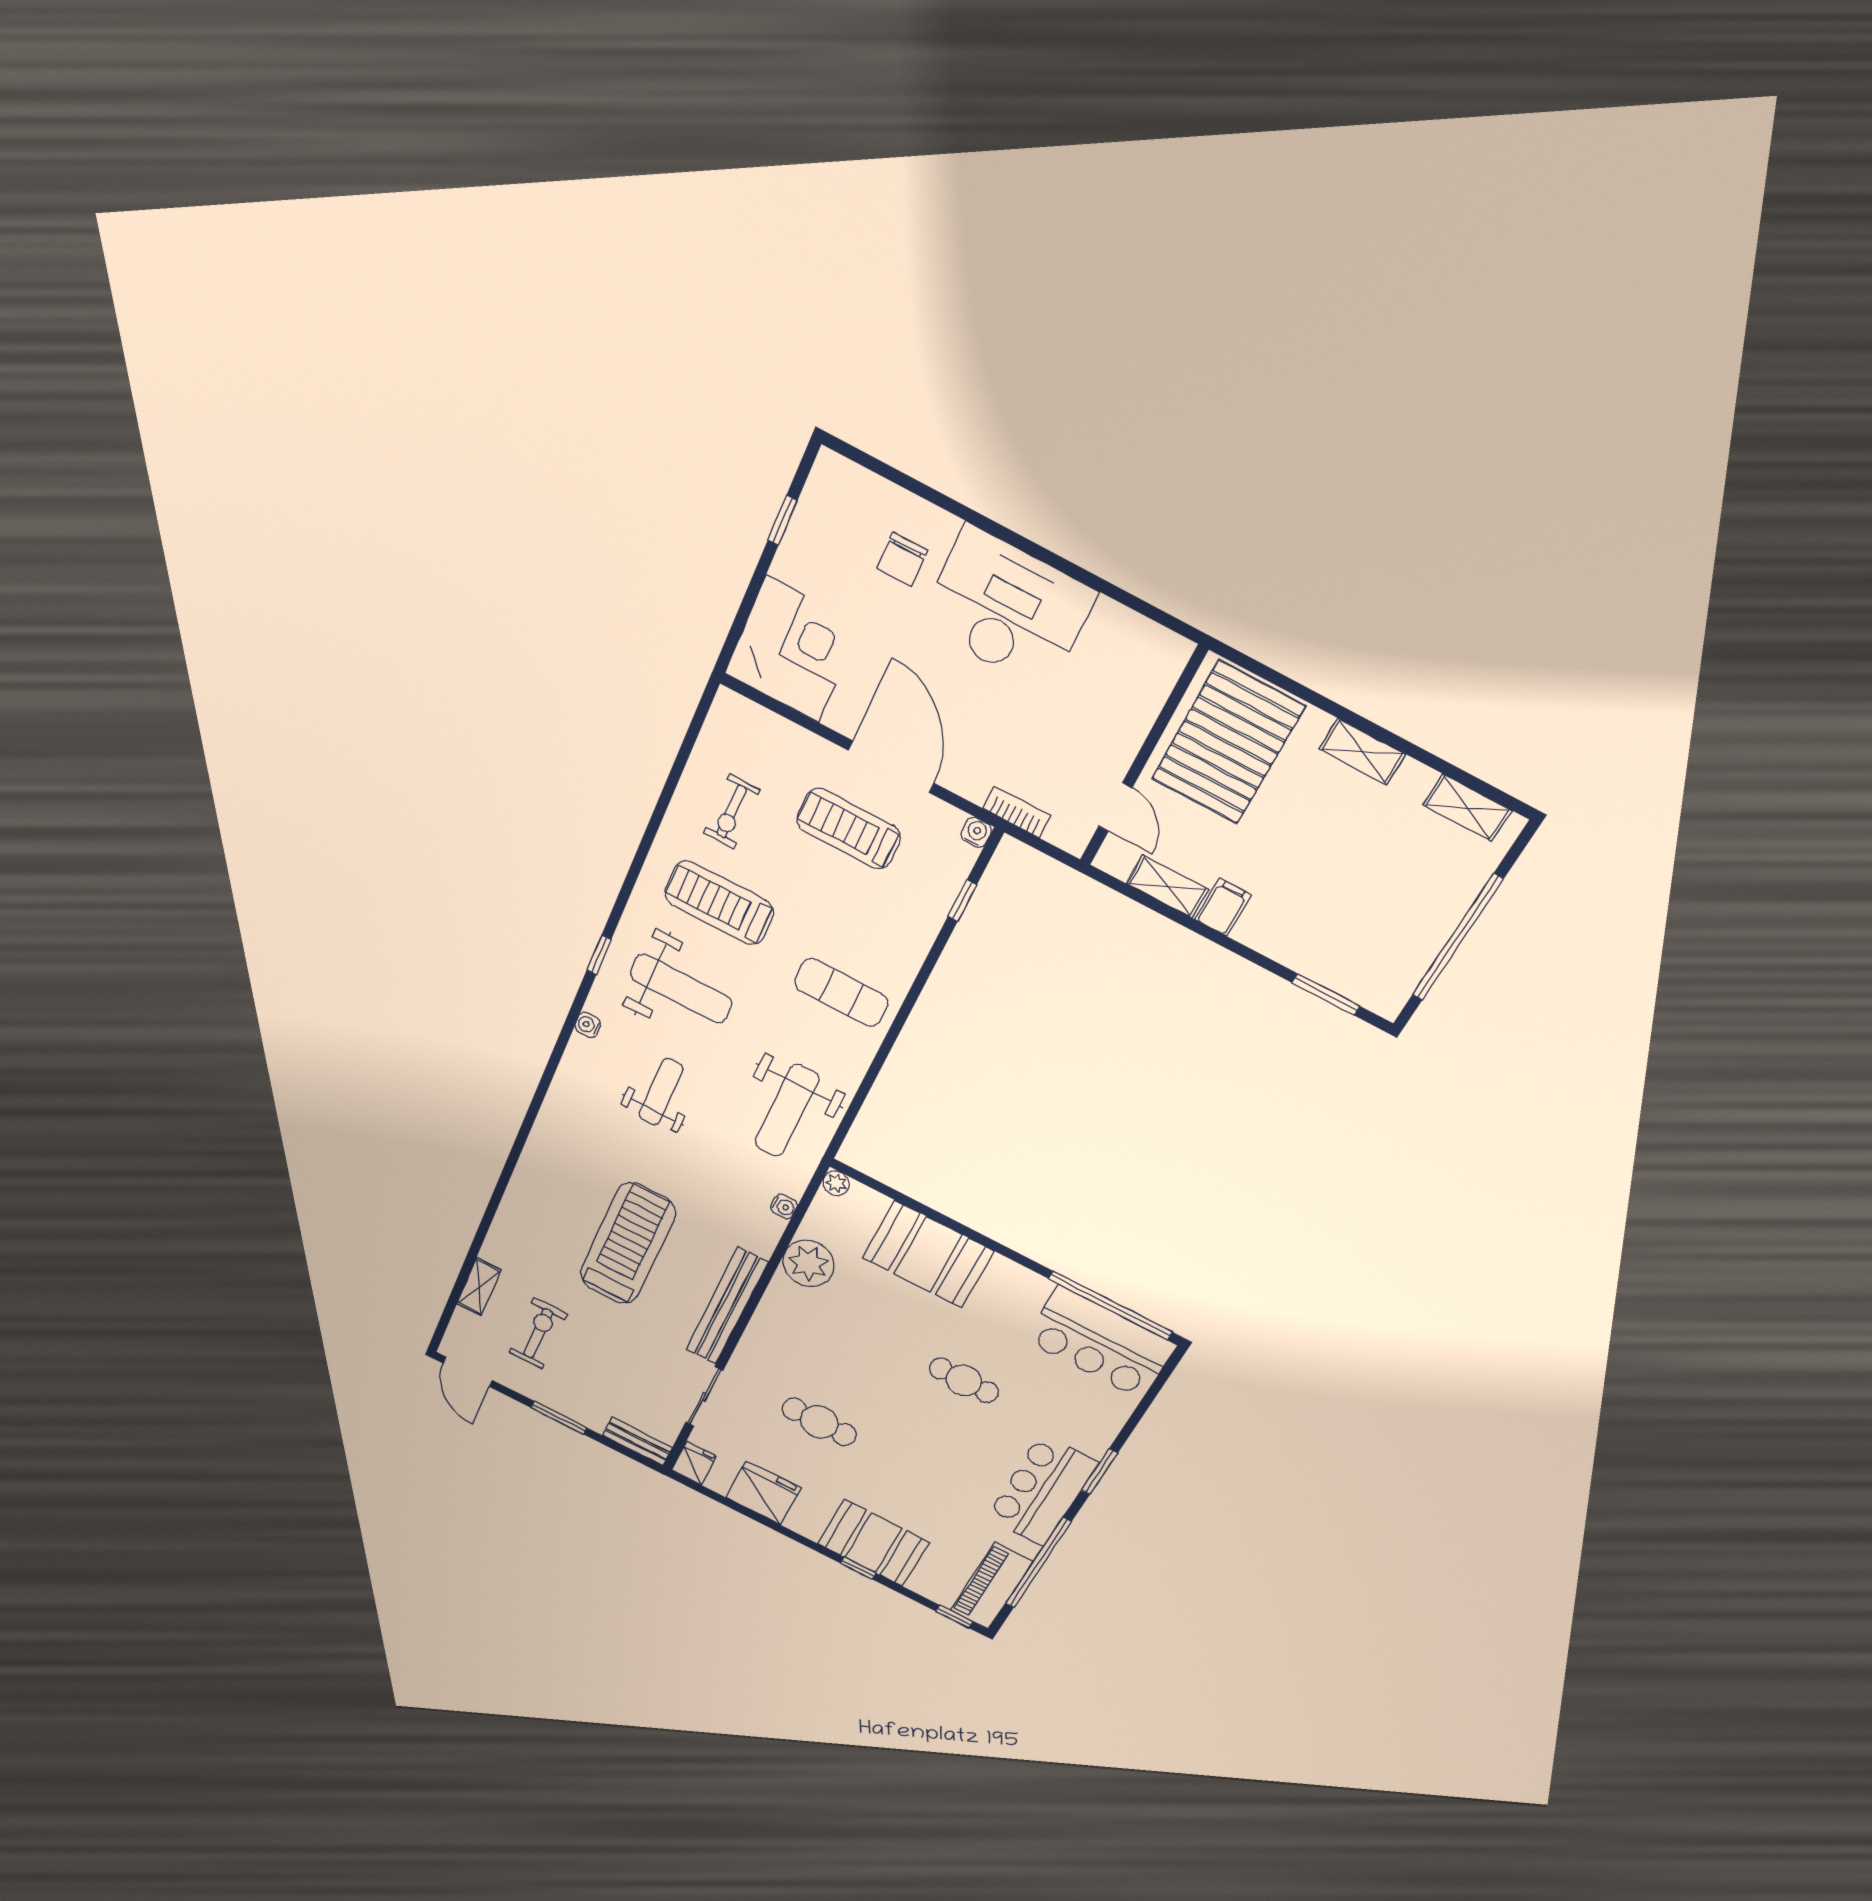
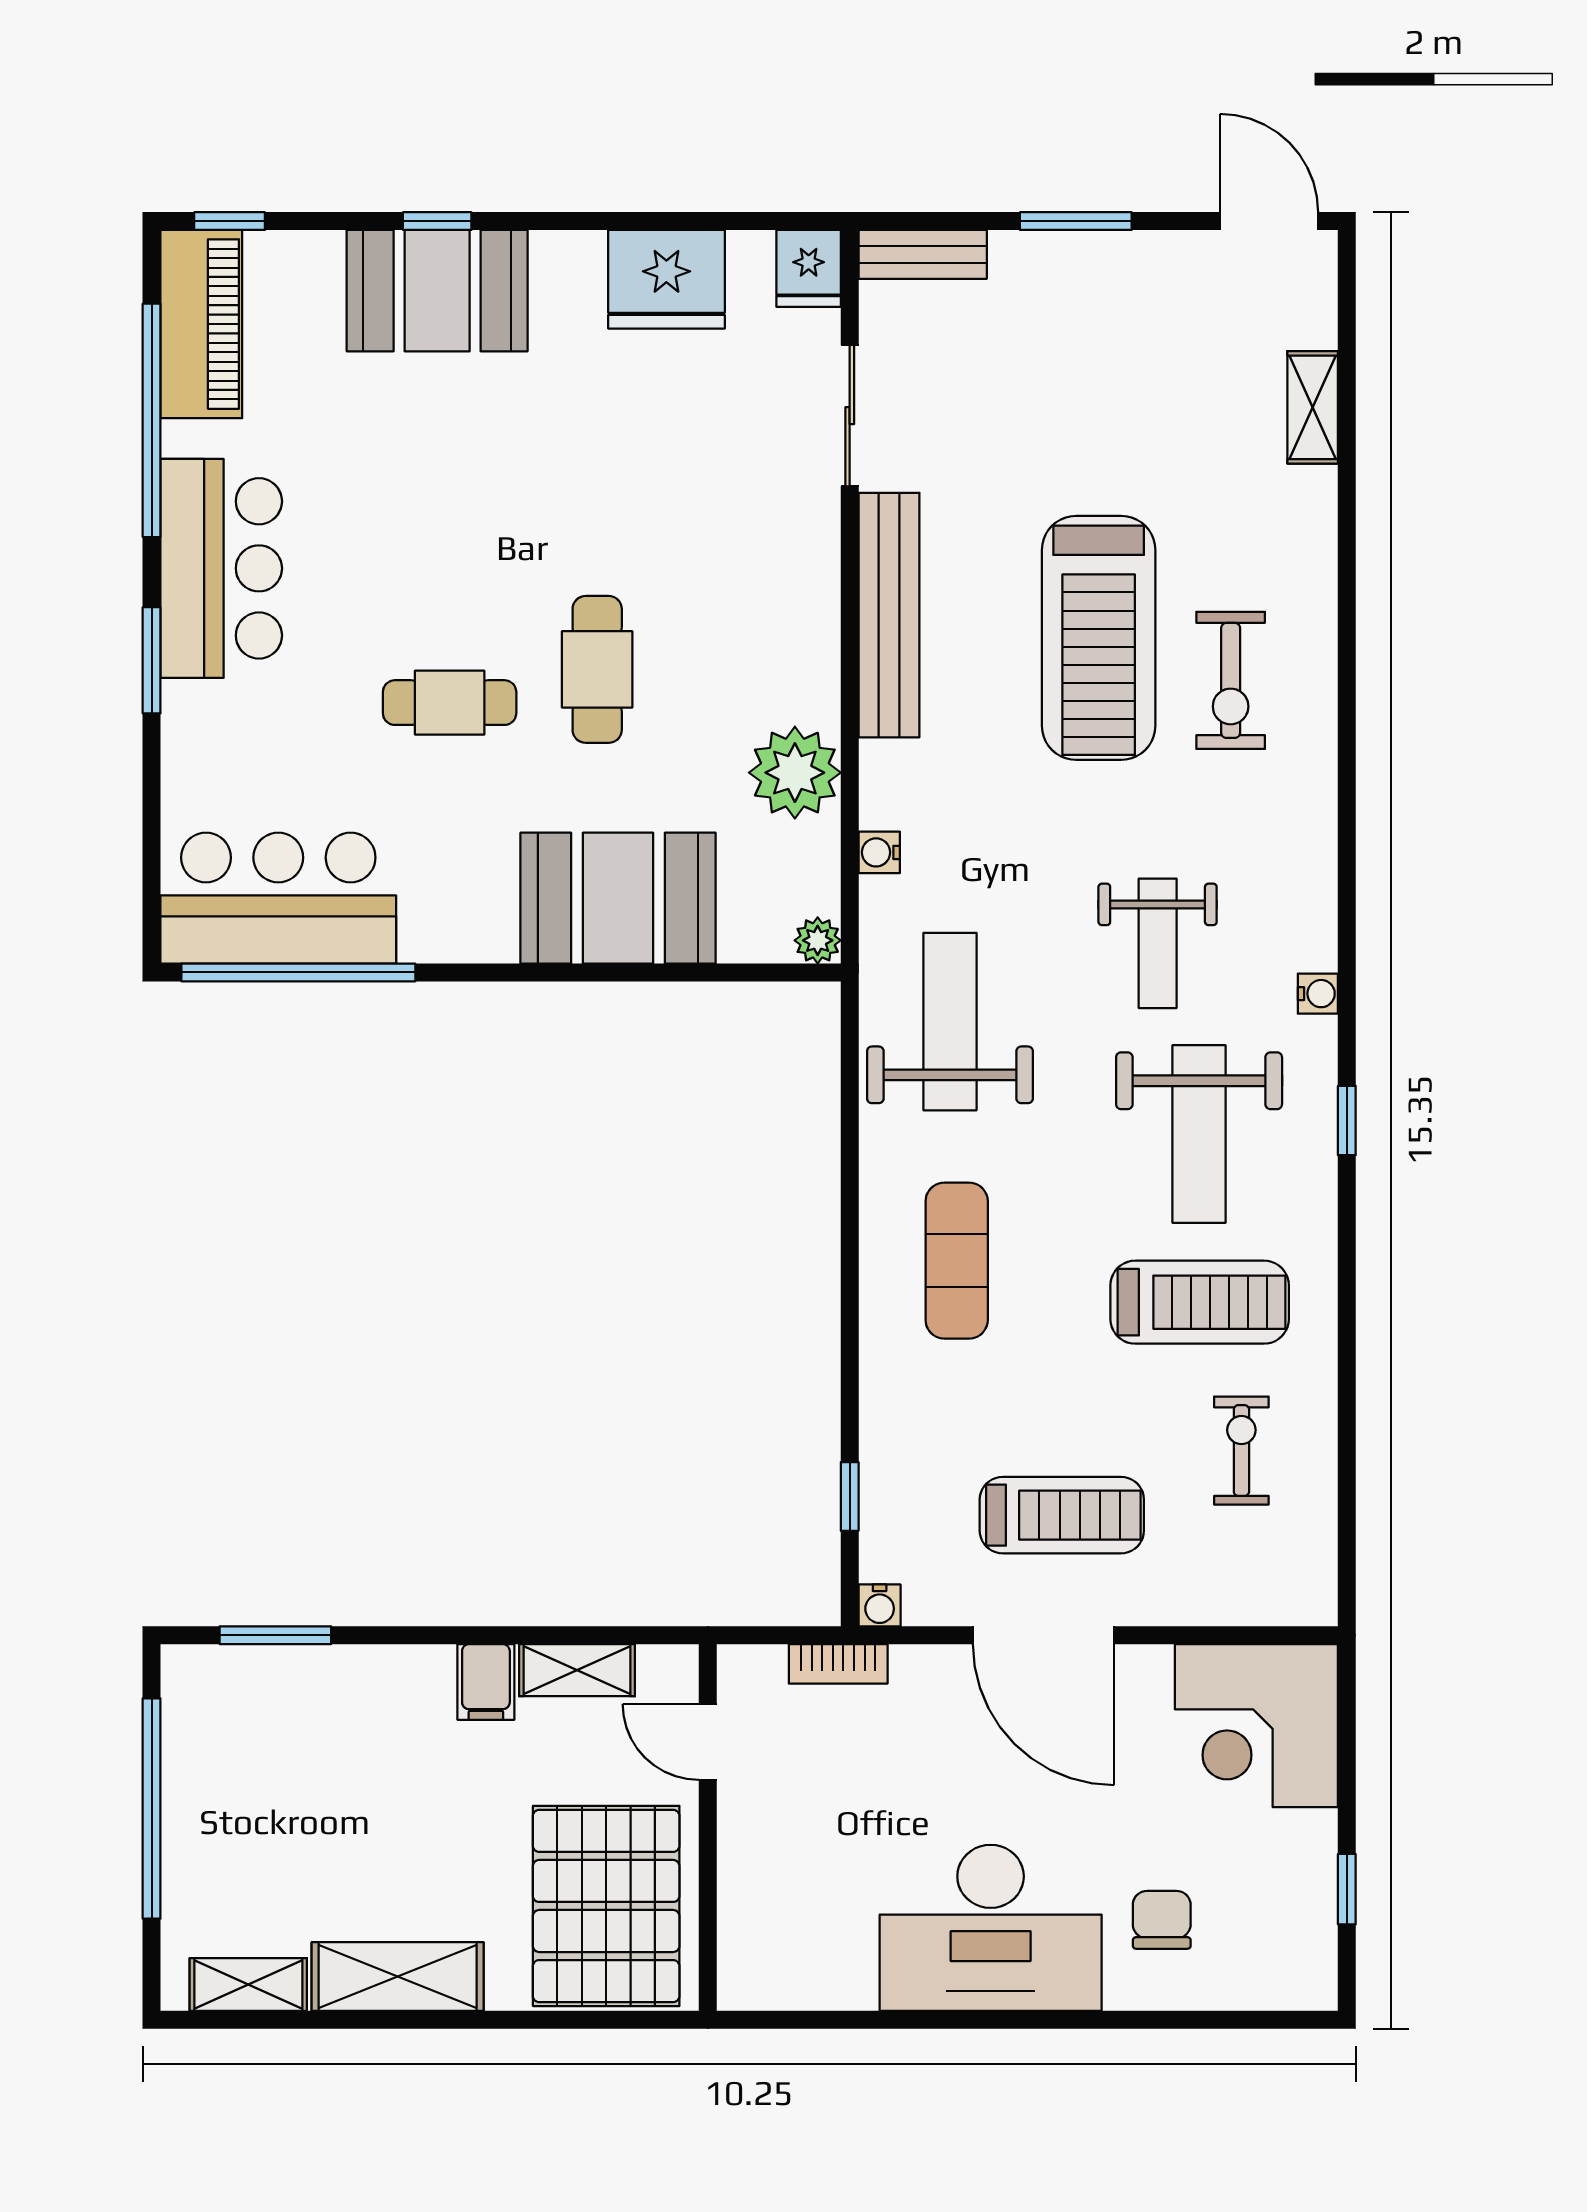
shelving: (1362, 752) -> (398, 1977), width x1.50, depth x1.33
weight bench: (681, 989) -> (1199, 1134), turned -90
exercise mat: (841, 993) -> (957, 1261), turned 90
exercise bike: (538, 1333) -> (1231, 680), moved
cafe table: (819, 1422) -> (597, 669), moved, turned 90

